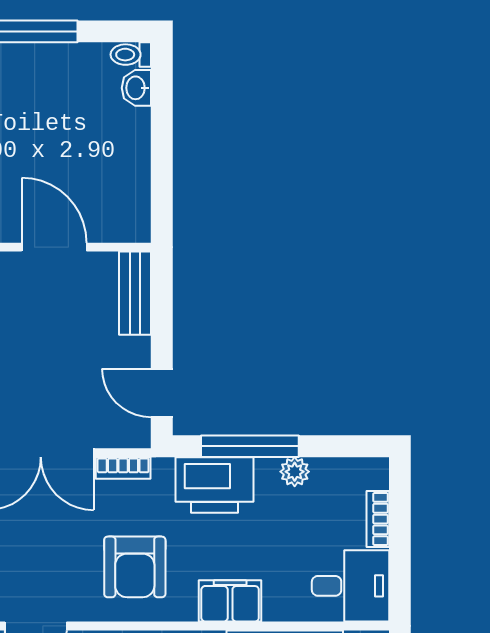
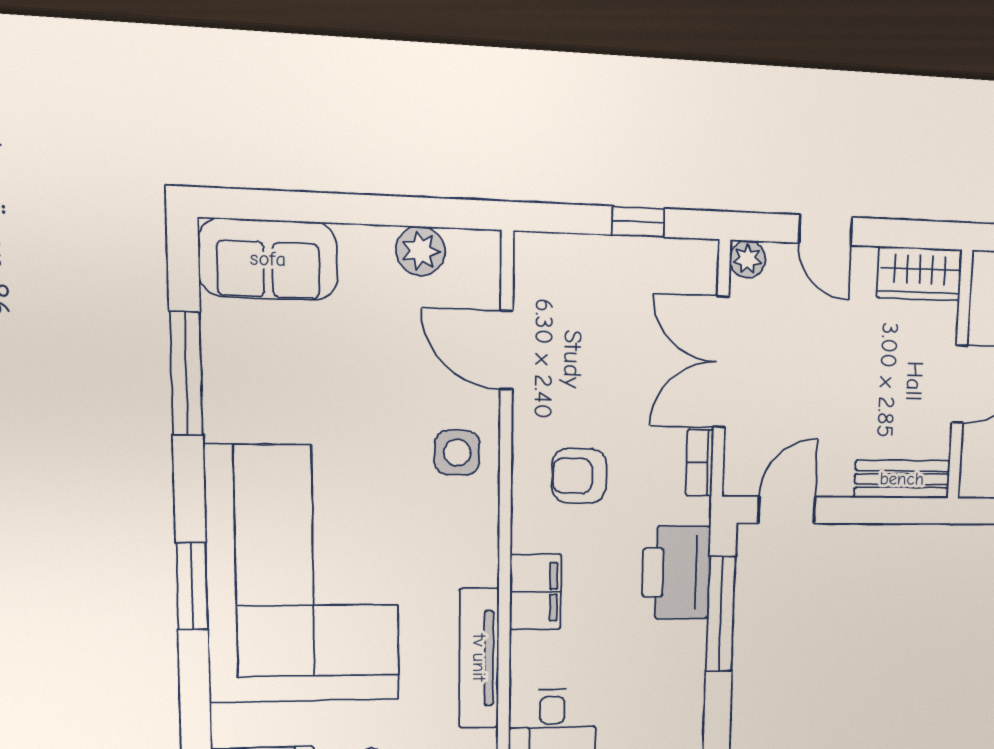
plant: (295, 472) -> (689, 667), removed
armchair: (135, 567) -> (579, 476), width x0.72, depth x0.72

